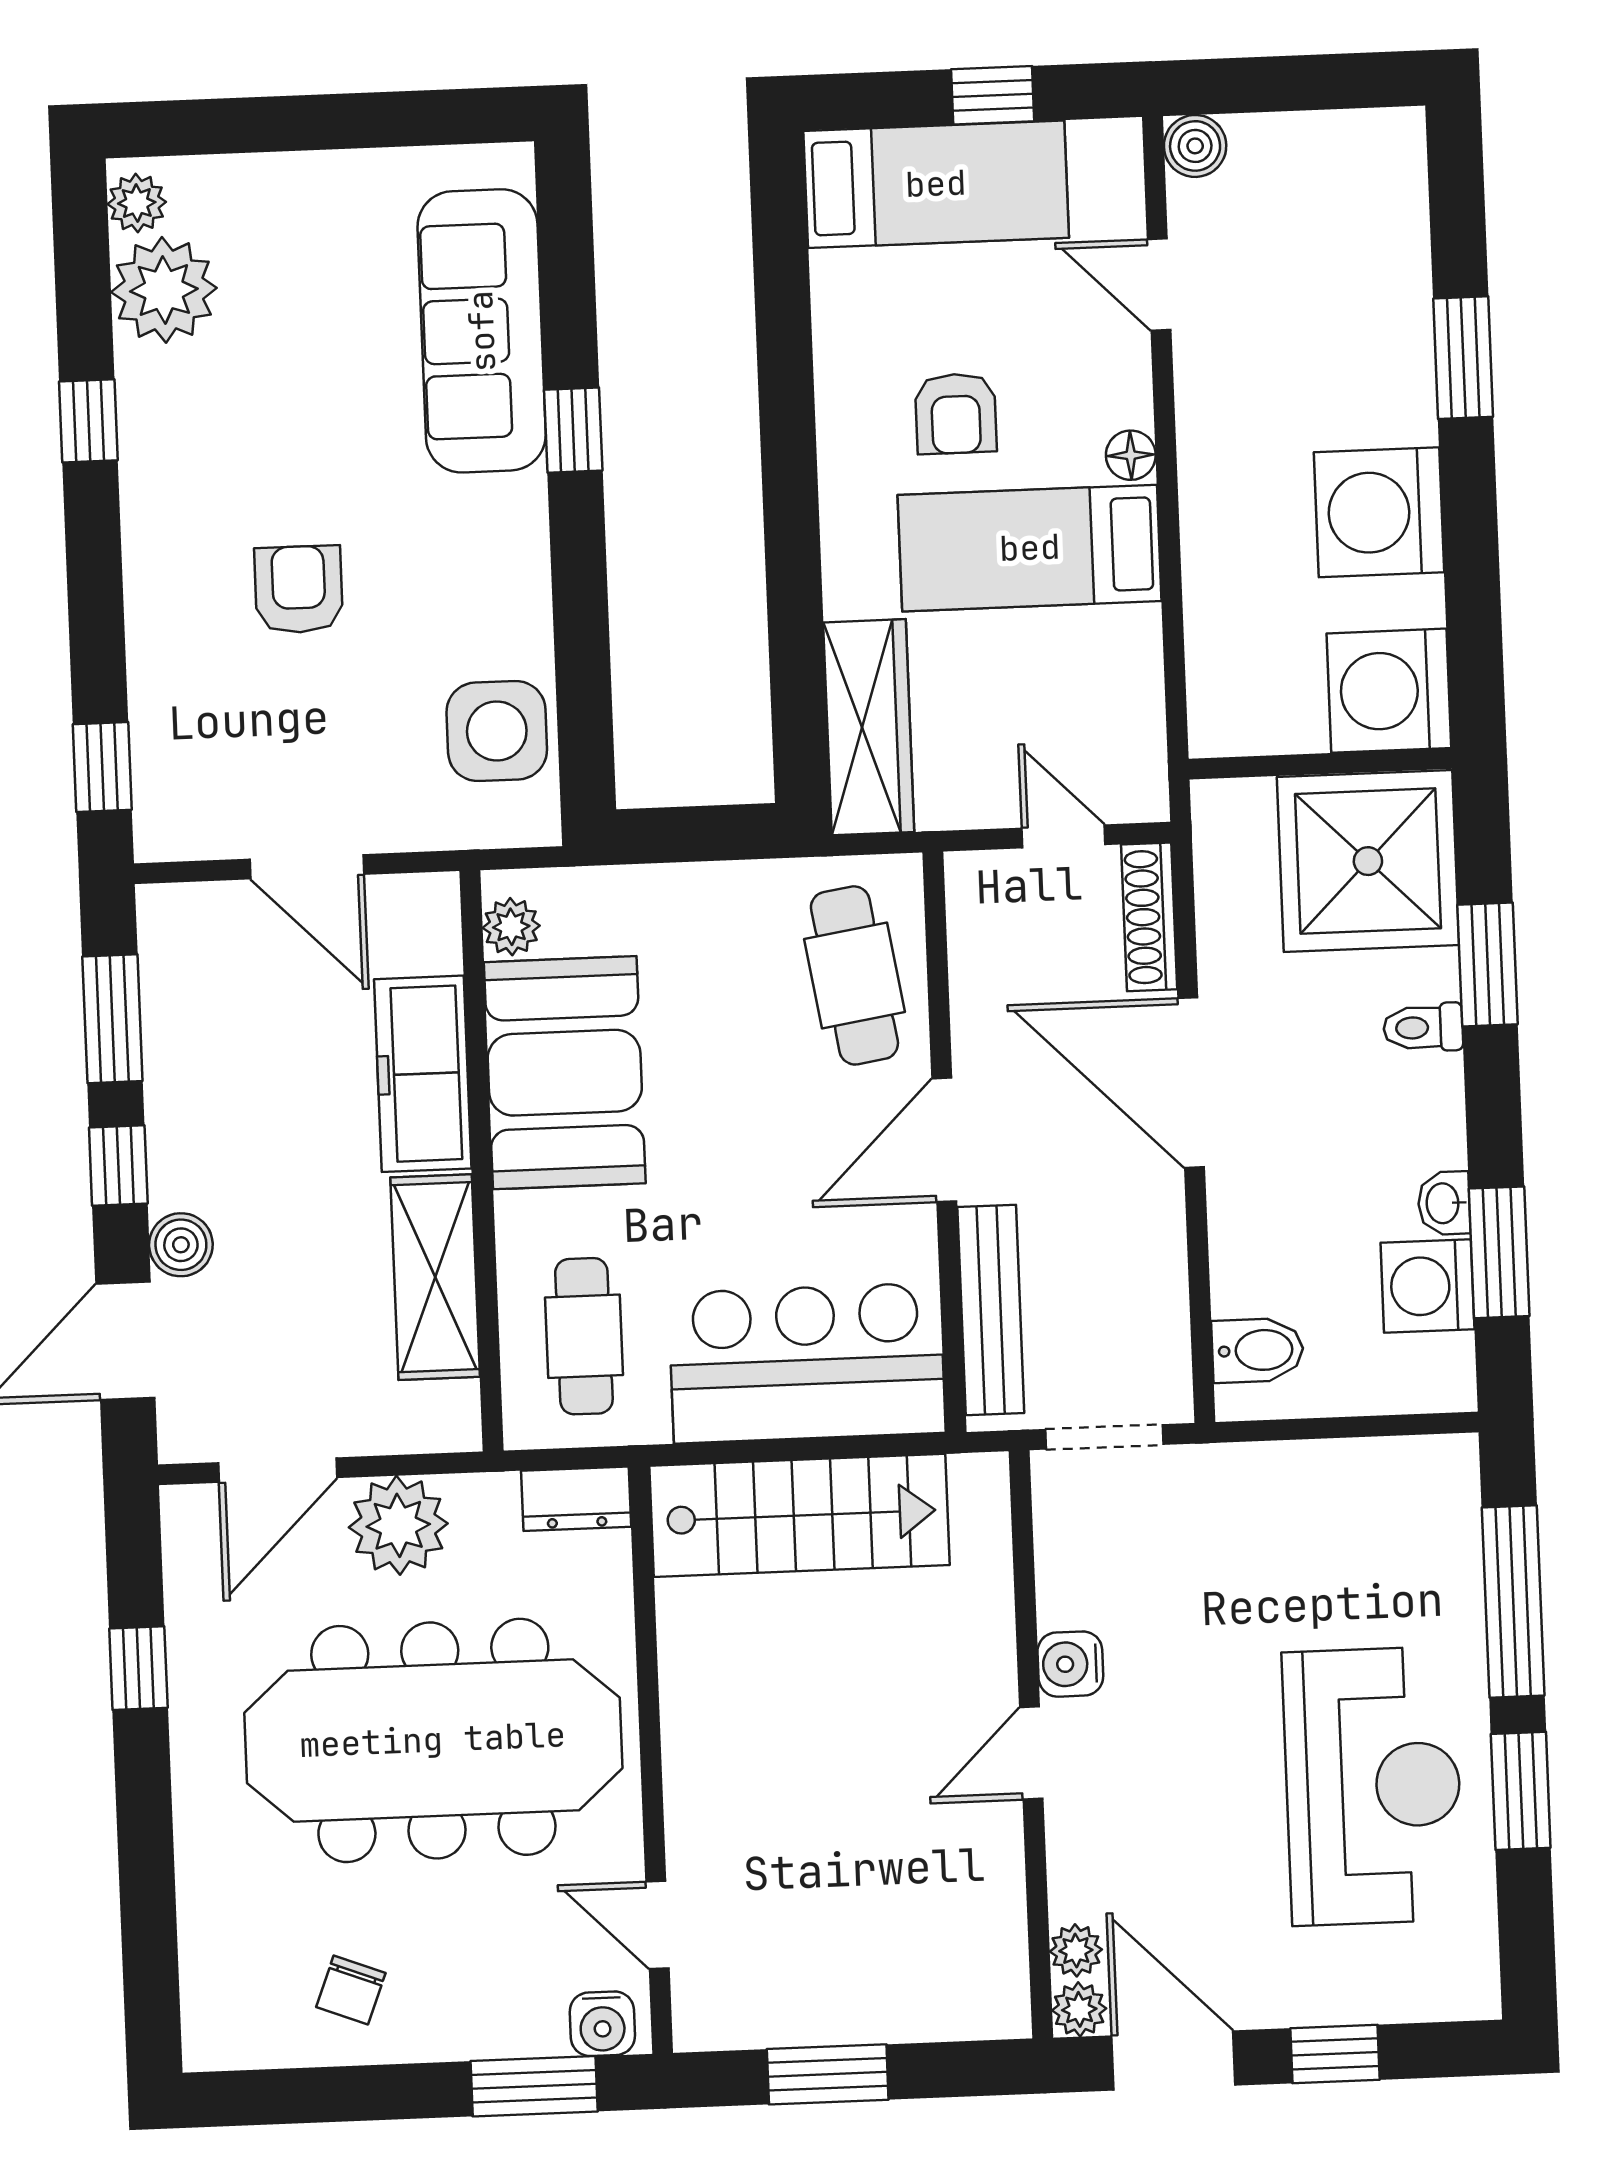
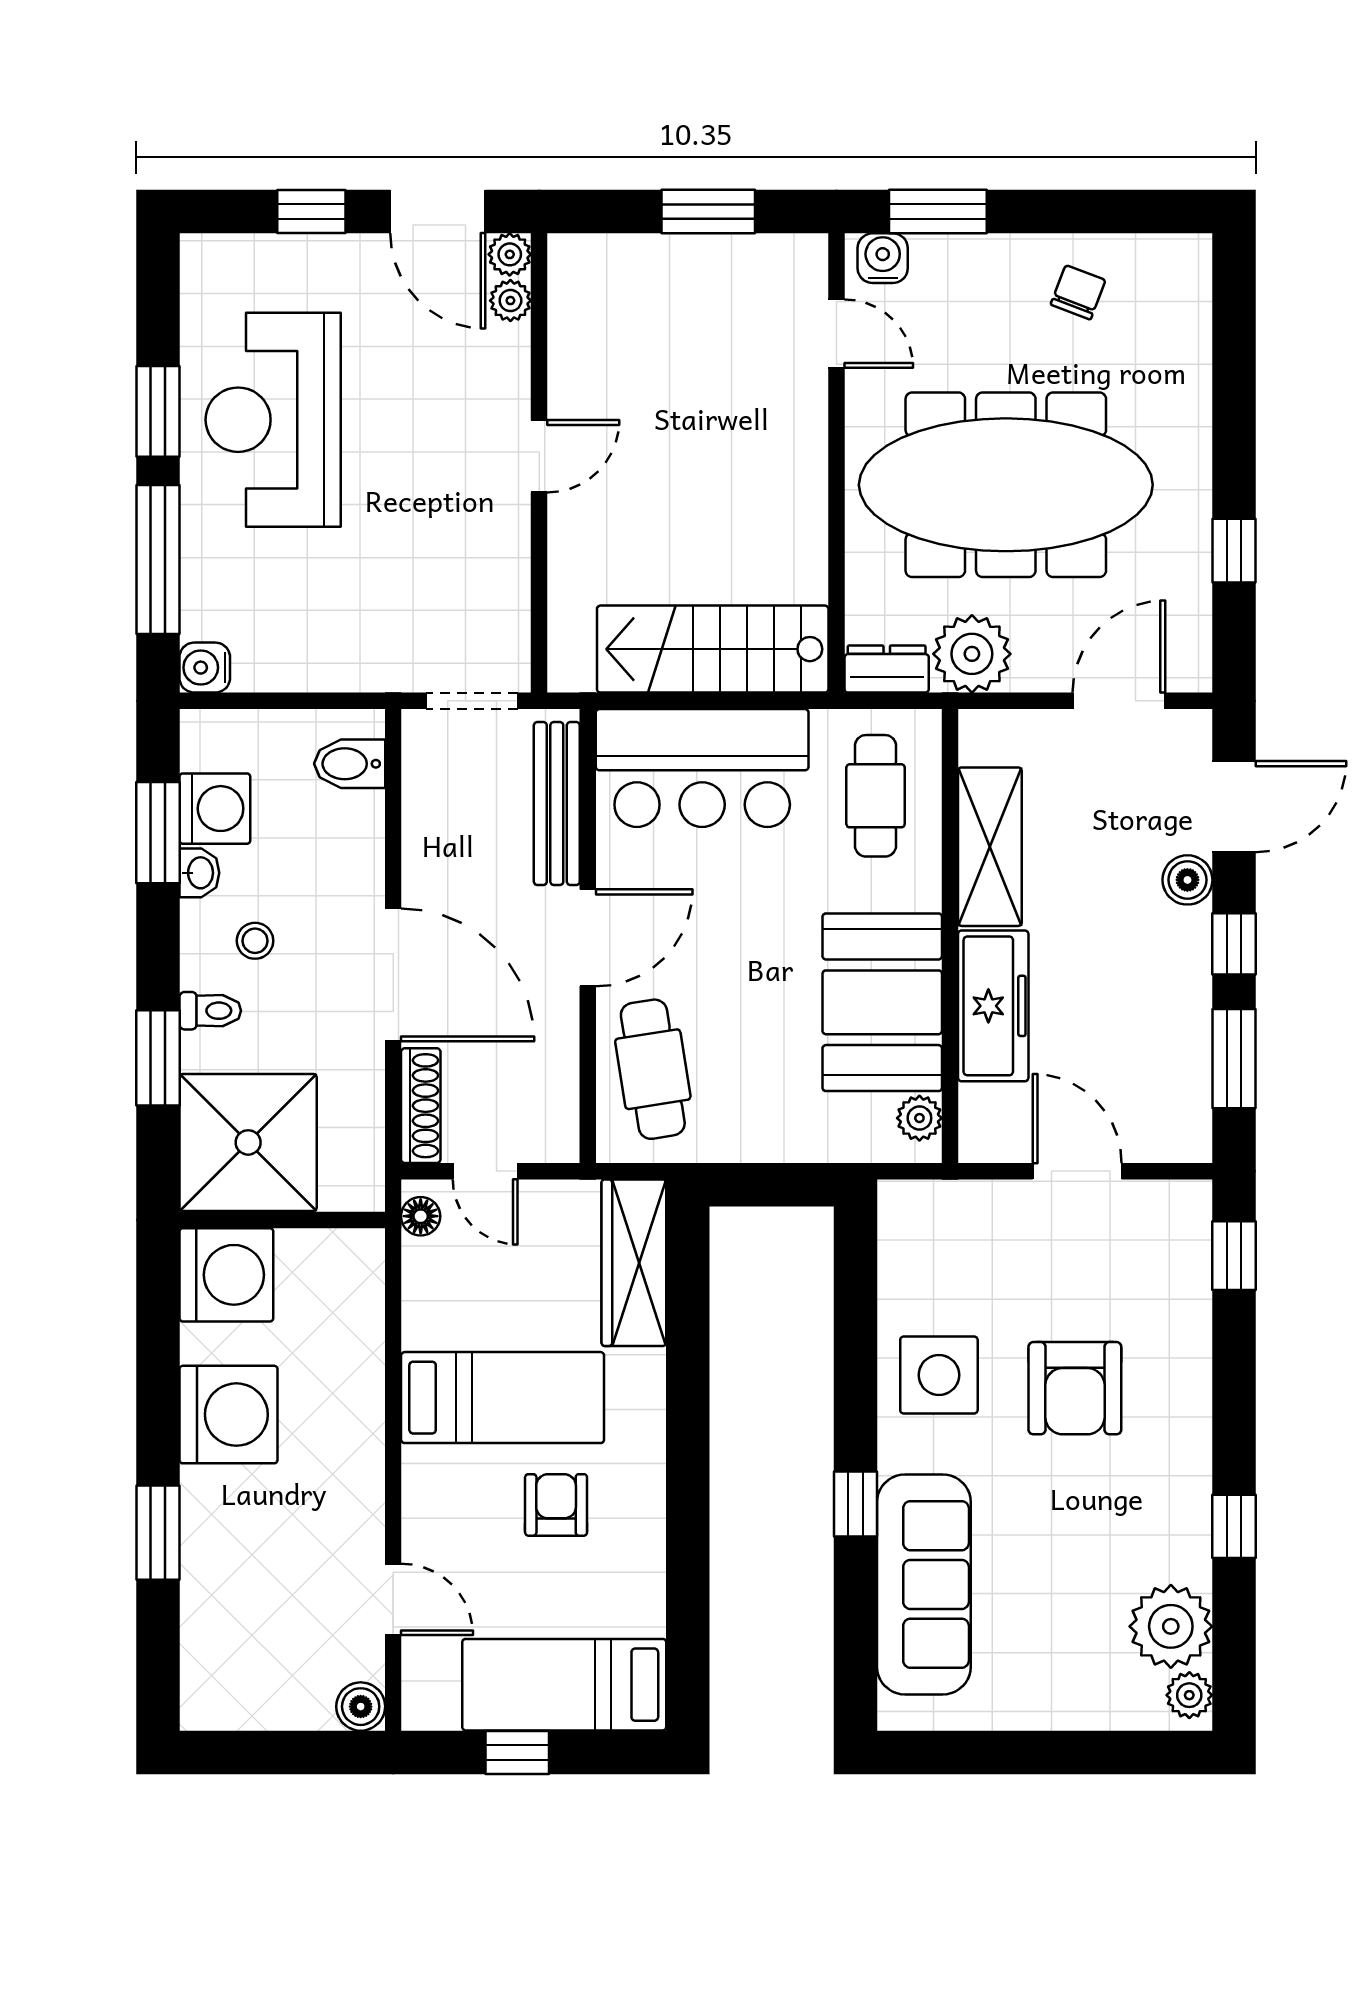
floor lamp: (1131, 455) -> (421, 1216), moved
armchair: (299, 589) -> (1075, 1388), width x1.38, depth x1.38
side table: (497, 731) -> (939, 1375), moved
stool: (1369, 1119) -> (255, 941), added
plant: (398, 1525) -> (972, 654), moved
water cooler: (1070, 1664) -> (205, 668), moved, turned 180

